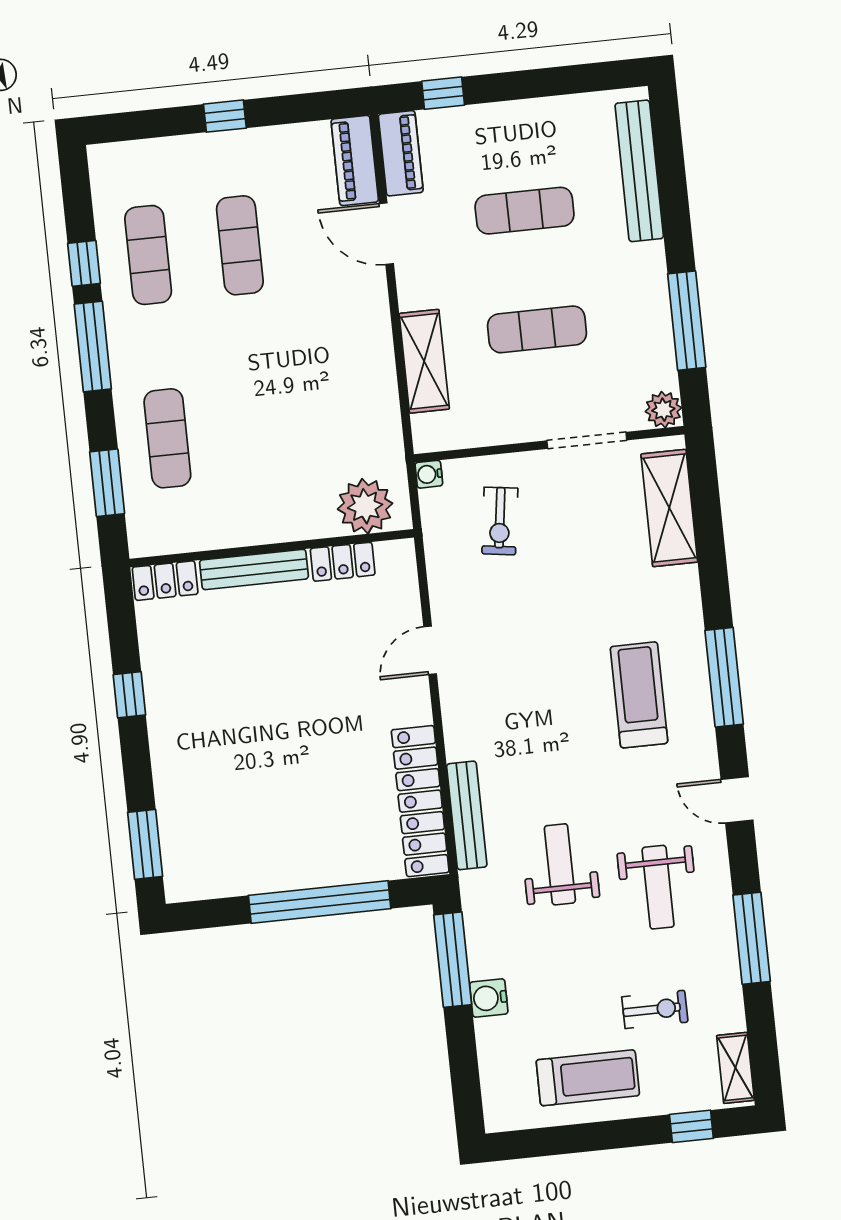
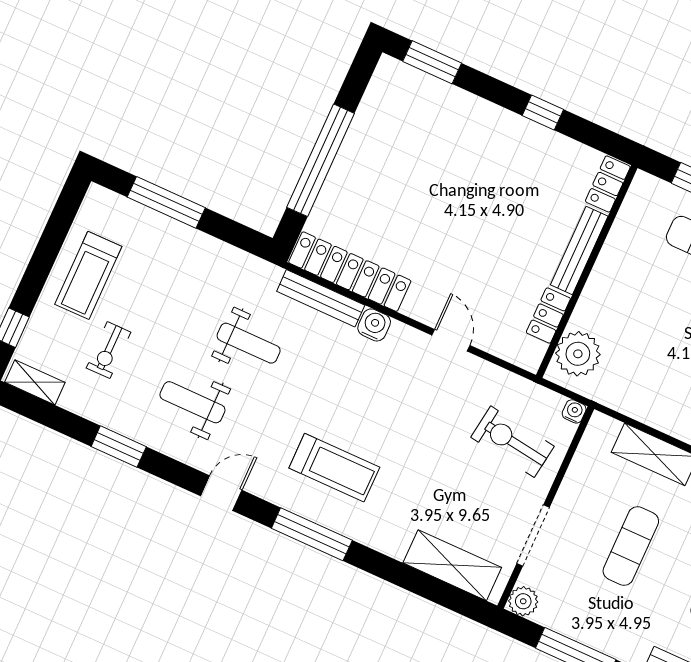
exercise bike: (500, 521) -> (512, 442), width x1.38, depth x1.39
window: (752, 938) -> (119, 447), width x0.69
window: (453, 960) -> (166, 202), moved
water cooler: (489, 998) -> (374, 325), moved

